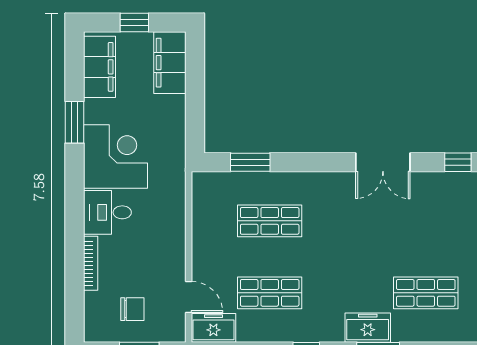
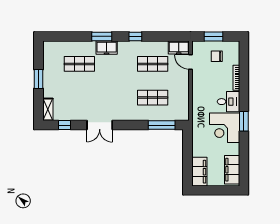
window: (134, 23) -> (216, 190), removed
window: (75, 122) -> (244, 121), moved
window: (250, 162) -> (162, 125), width x1.44
double door: (383, 162) -> (100, 125), swing flipped

